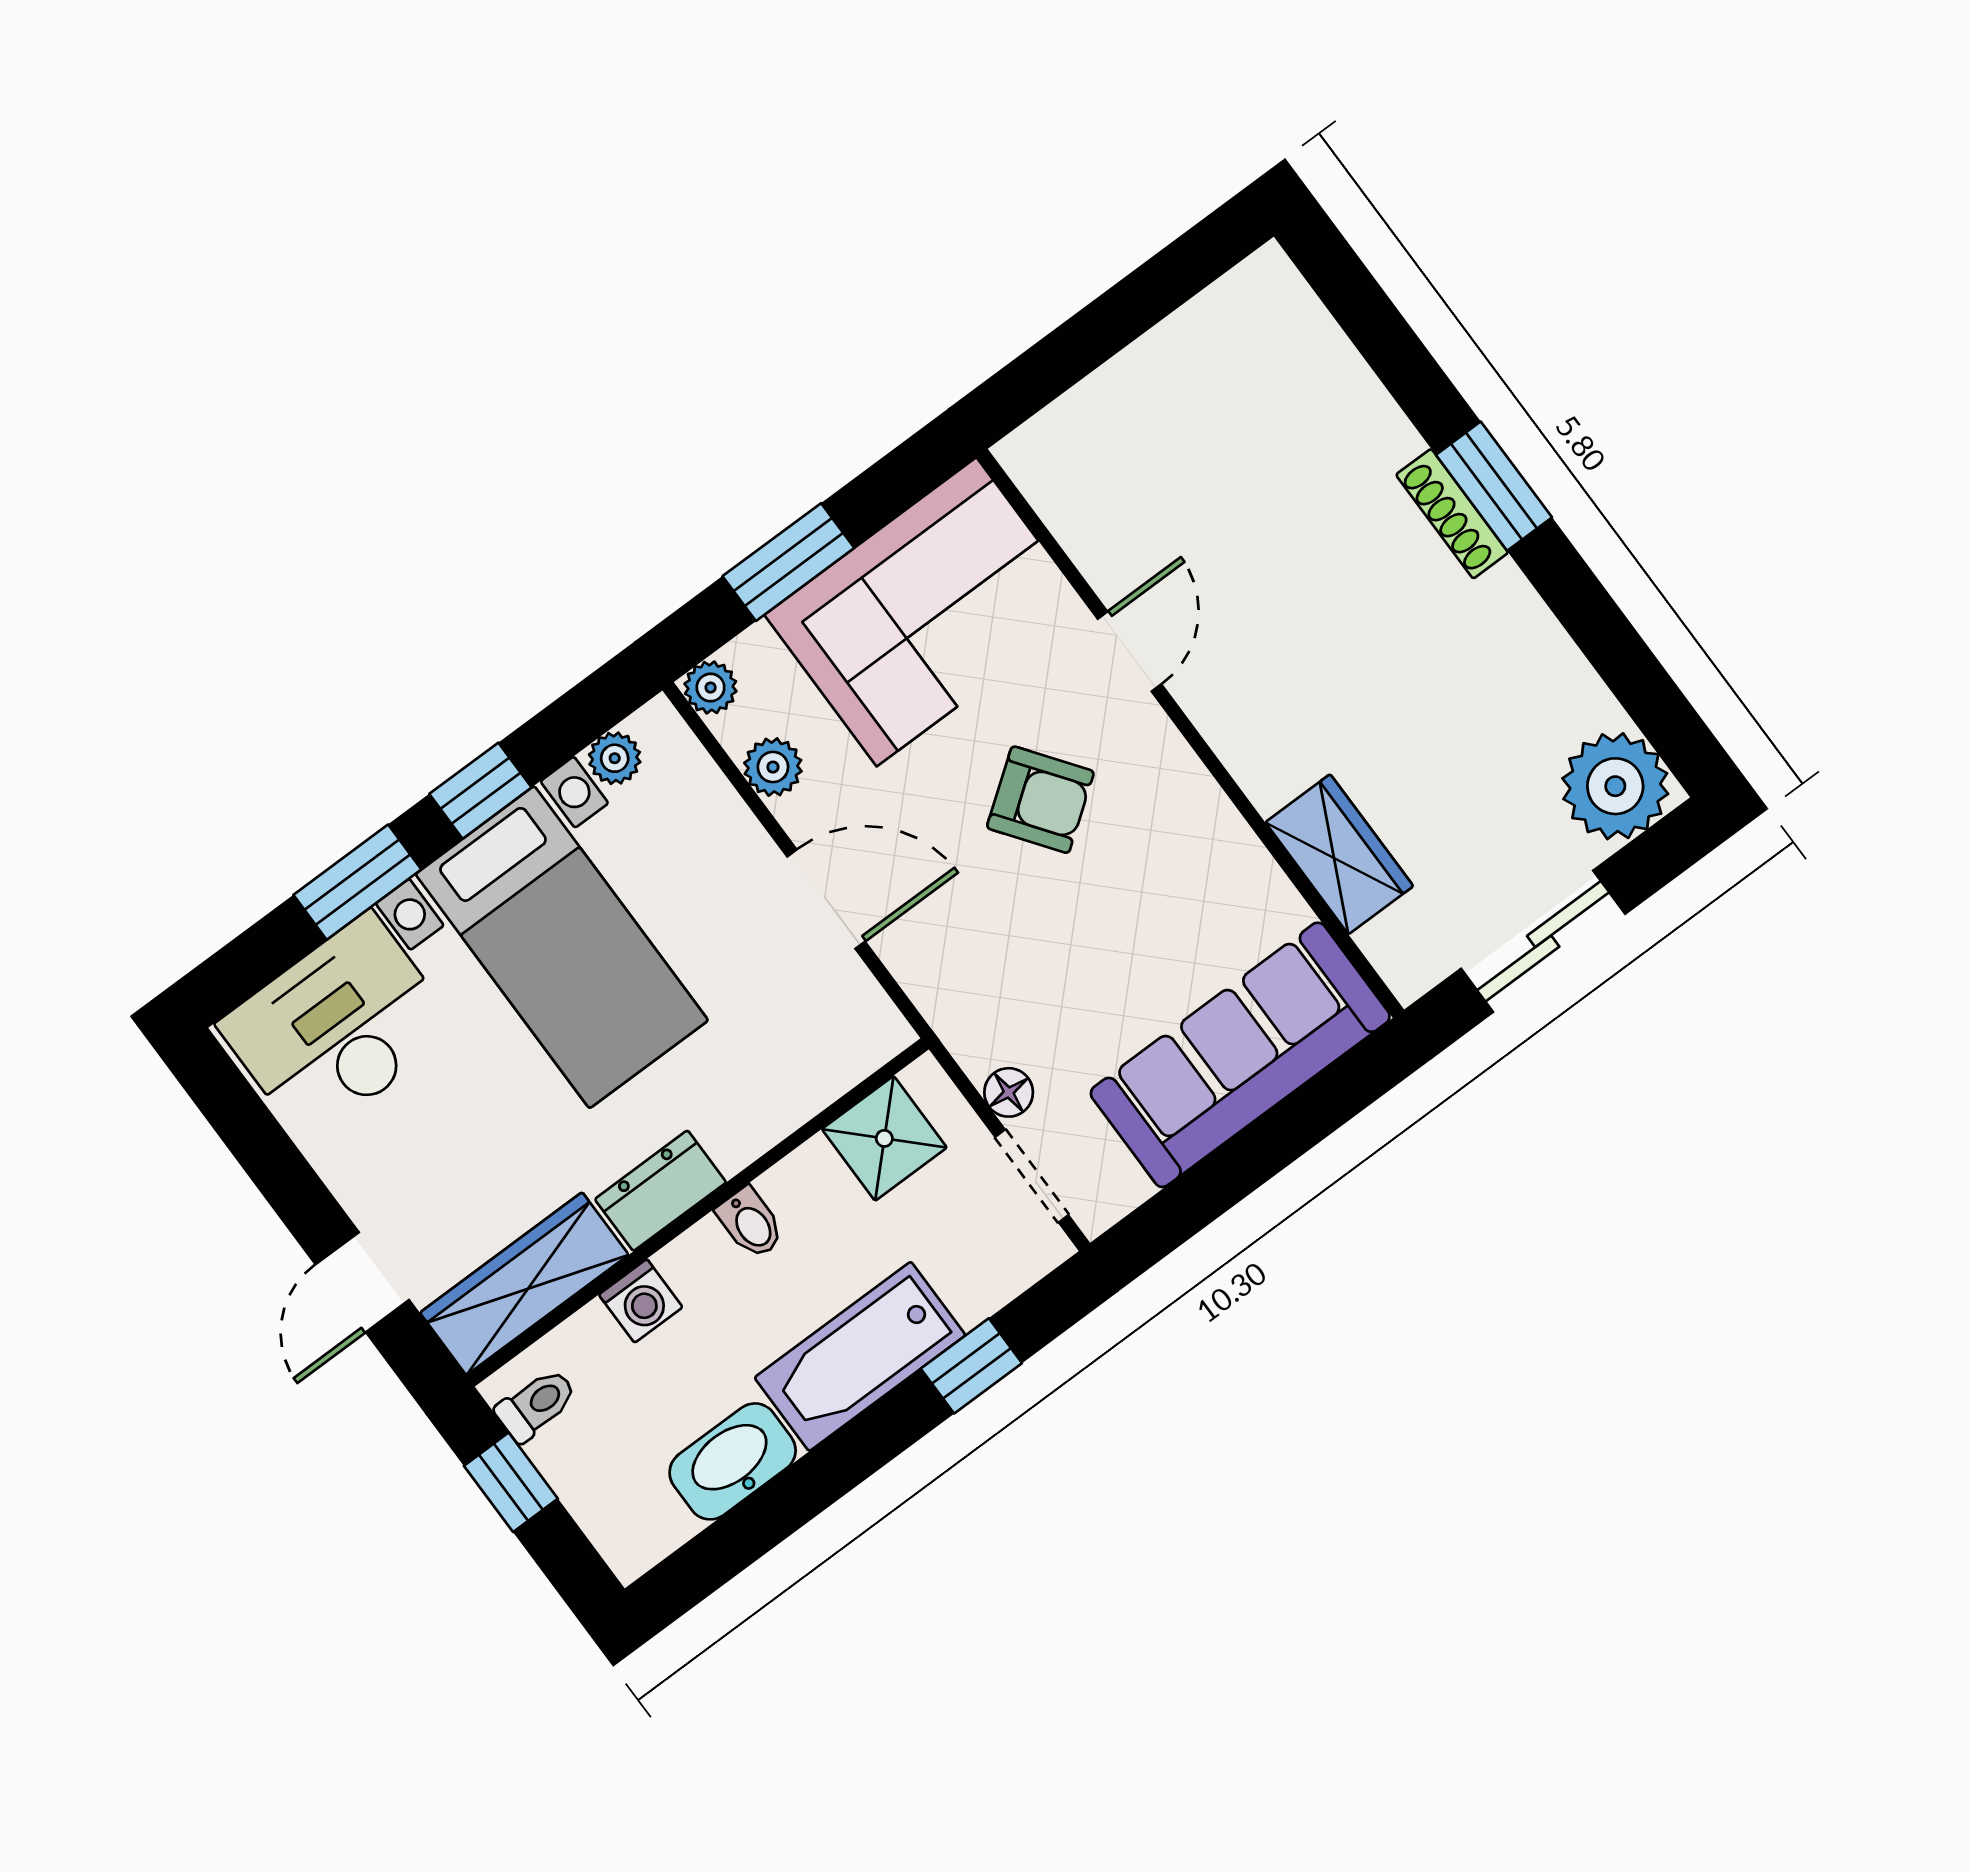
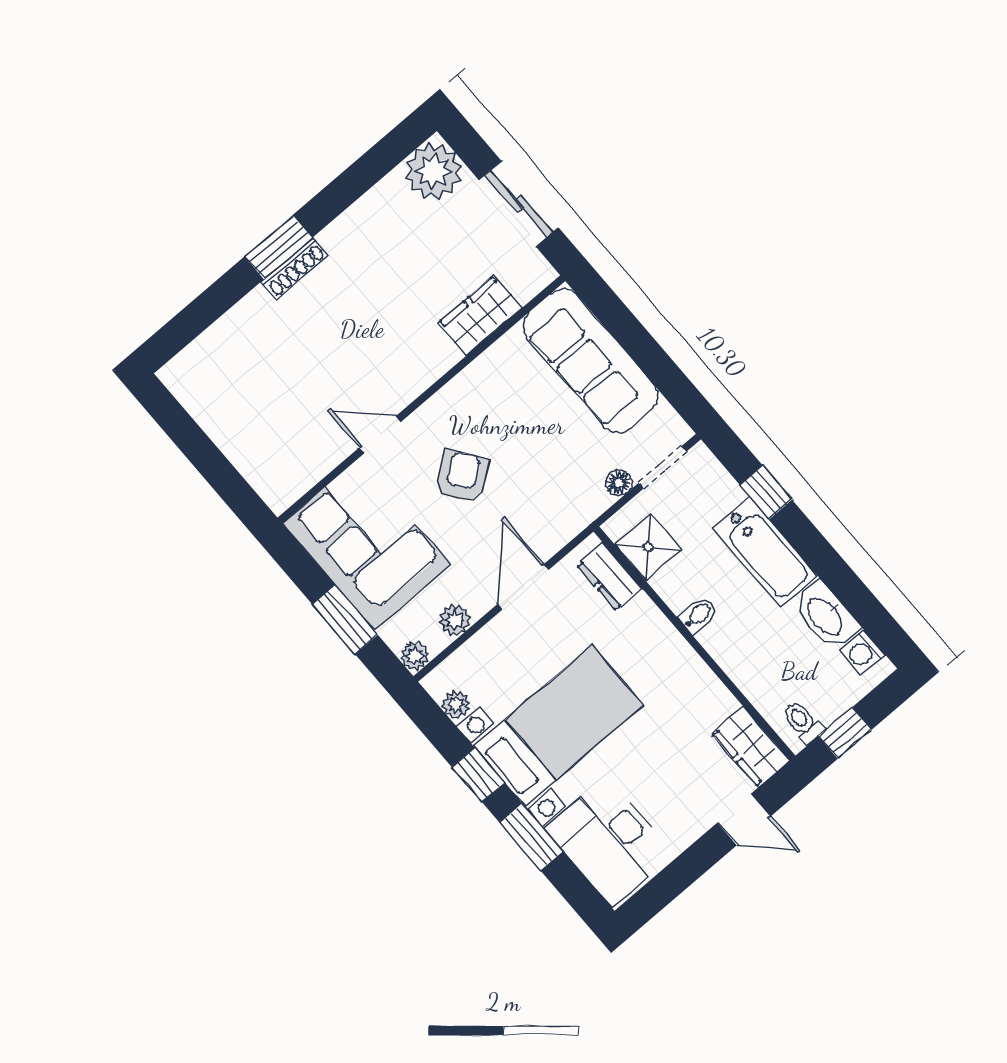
dresser: (660, 1191) -> (609, 577), moved
wardrobe: (524, 1284) -> (751, 747), width x0.67
washing machine: (641, 1301) -> (863, 653), moved, turned 180

